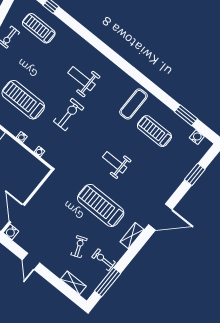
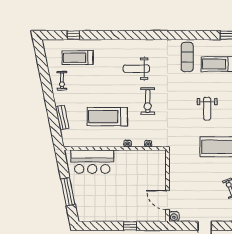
exercise bike: (69, 114) -> (148, 101), turned 180
weight bench: (115, 162) -> (207, 109), turned -90

